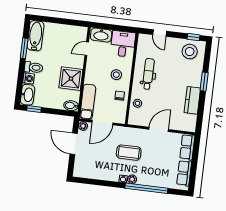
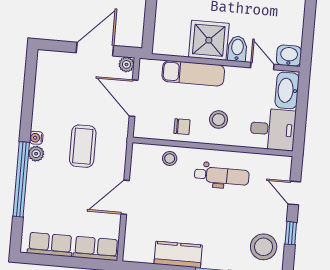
washbasin: (81, 33) -> (289, 56), added
door: (160, 33) -> (294, 193), hinge flipped
window: (193, 37) -> (291, 233), moved
exam couch: (88, 102) -> (193, 73), moved
bidet: (71, 106) -> (237, 49), moved
door: (159, 129) -> (125, 197), swing flipped

